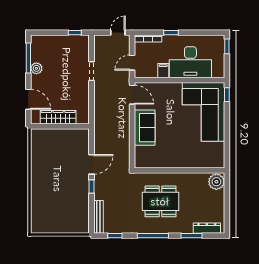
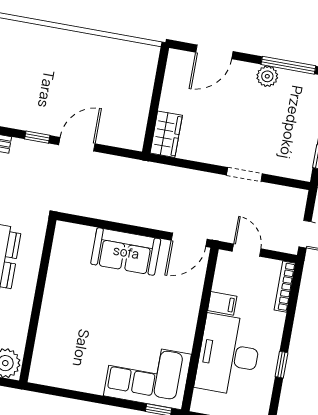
window: (171, 33) -> (281, 365), moved
corner sofa: (204, 112) -> (147, 375), width x0.73, depth x0.74
wardrobe: (58, 117) -> (166, 134), moved, width x0.67
door: (92, 164) -> (77, 144), swing flipped

